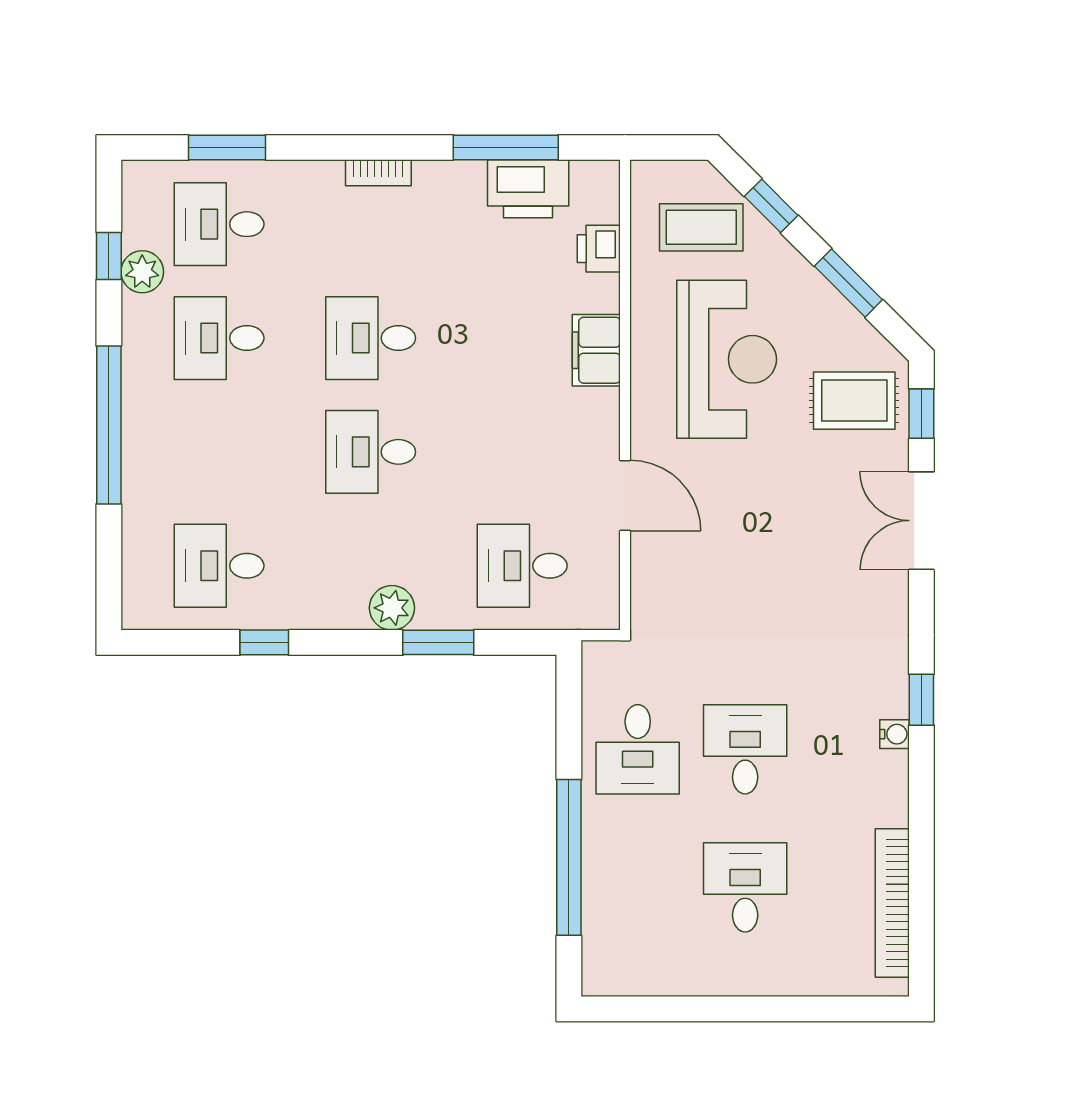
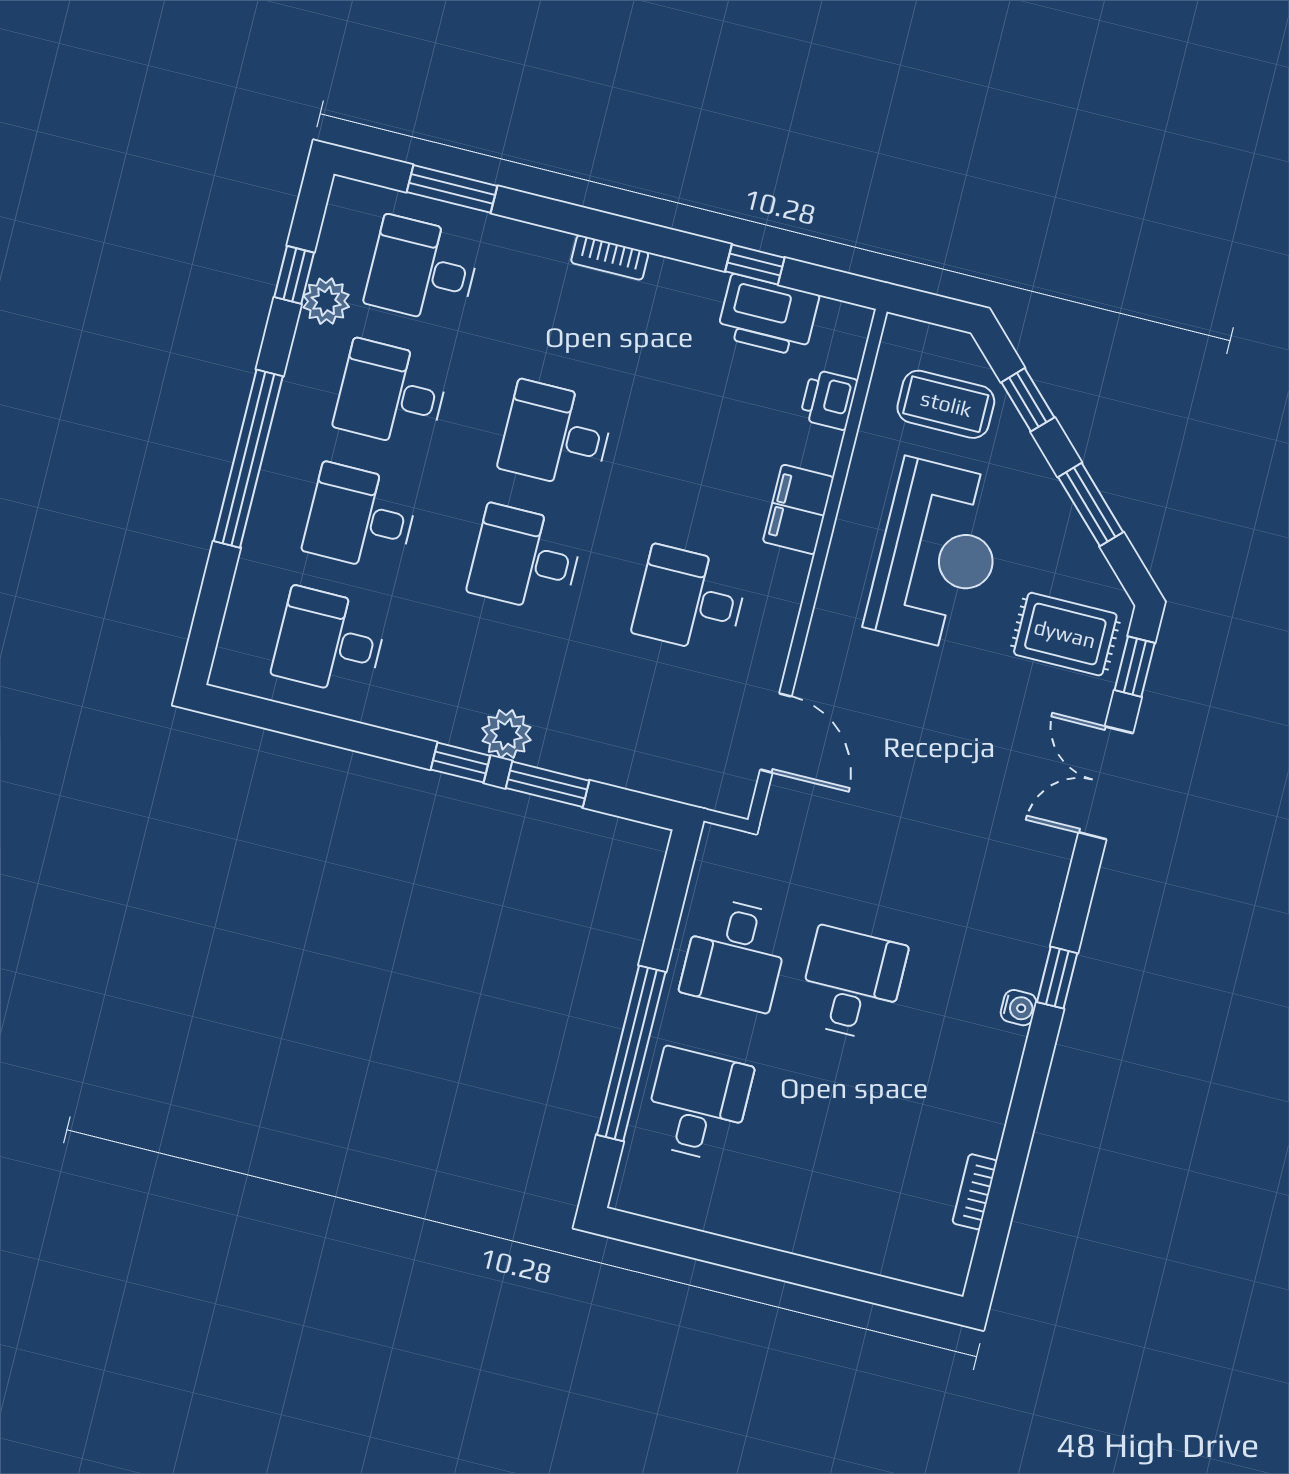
window: (506, 147) -> (755, 264), width x0.46
desk: (219, 452) -> (361, 518), added
door: (625, 495) -> (776, 733), moved
desk: (522, 566) -> (690, 600), moved
window: (264, 642) -> (460, 763), moved
desk: (745, 887) -> (698, 1105), moved
bookcase: (892, 903) -> (975, 1192), width x0.43, depth x0.76

